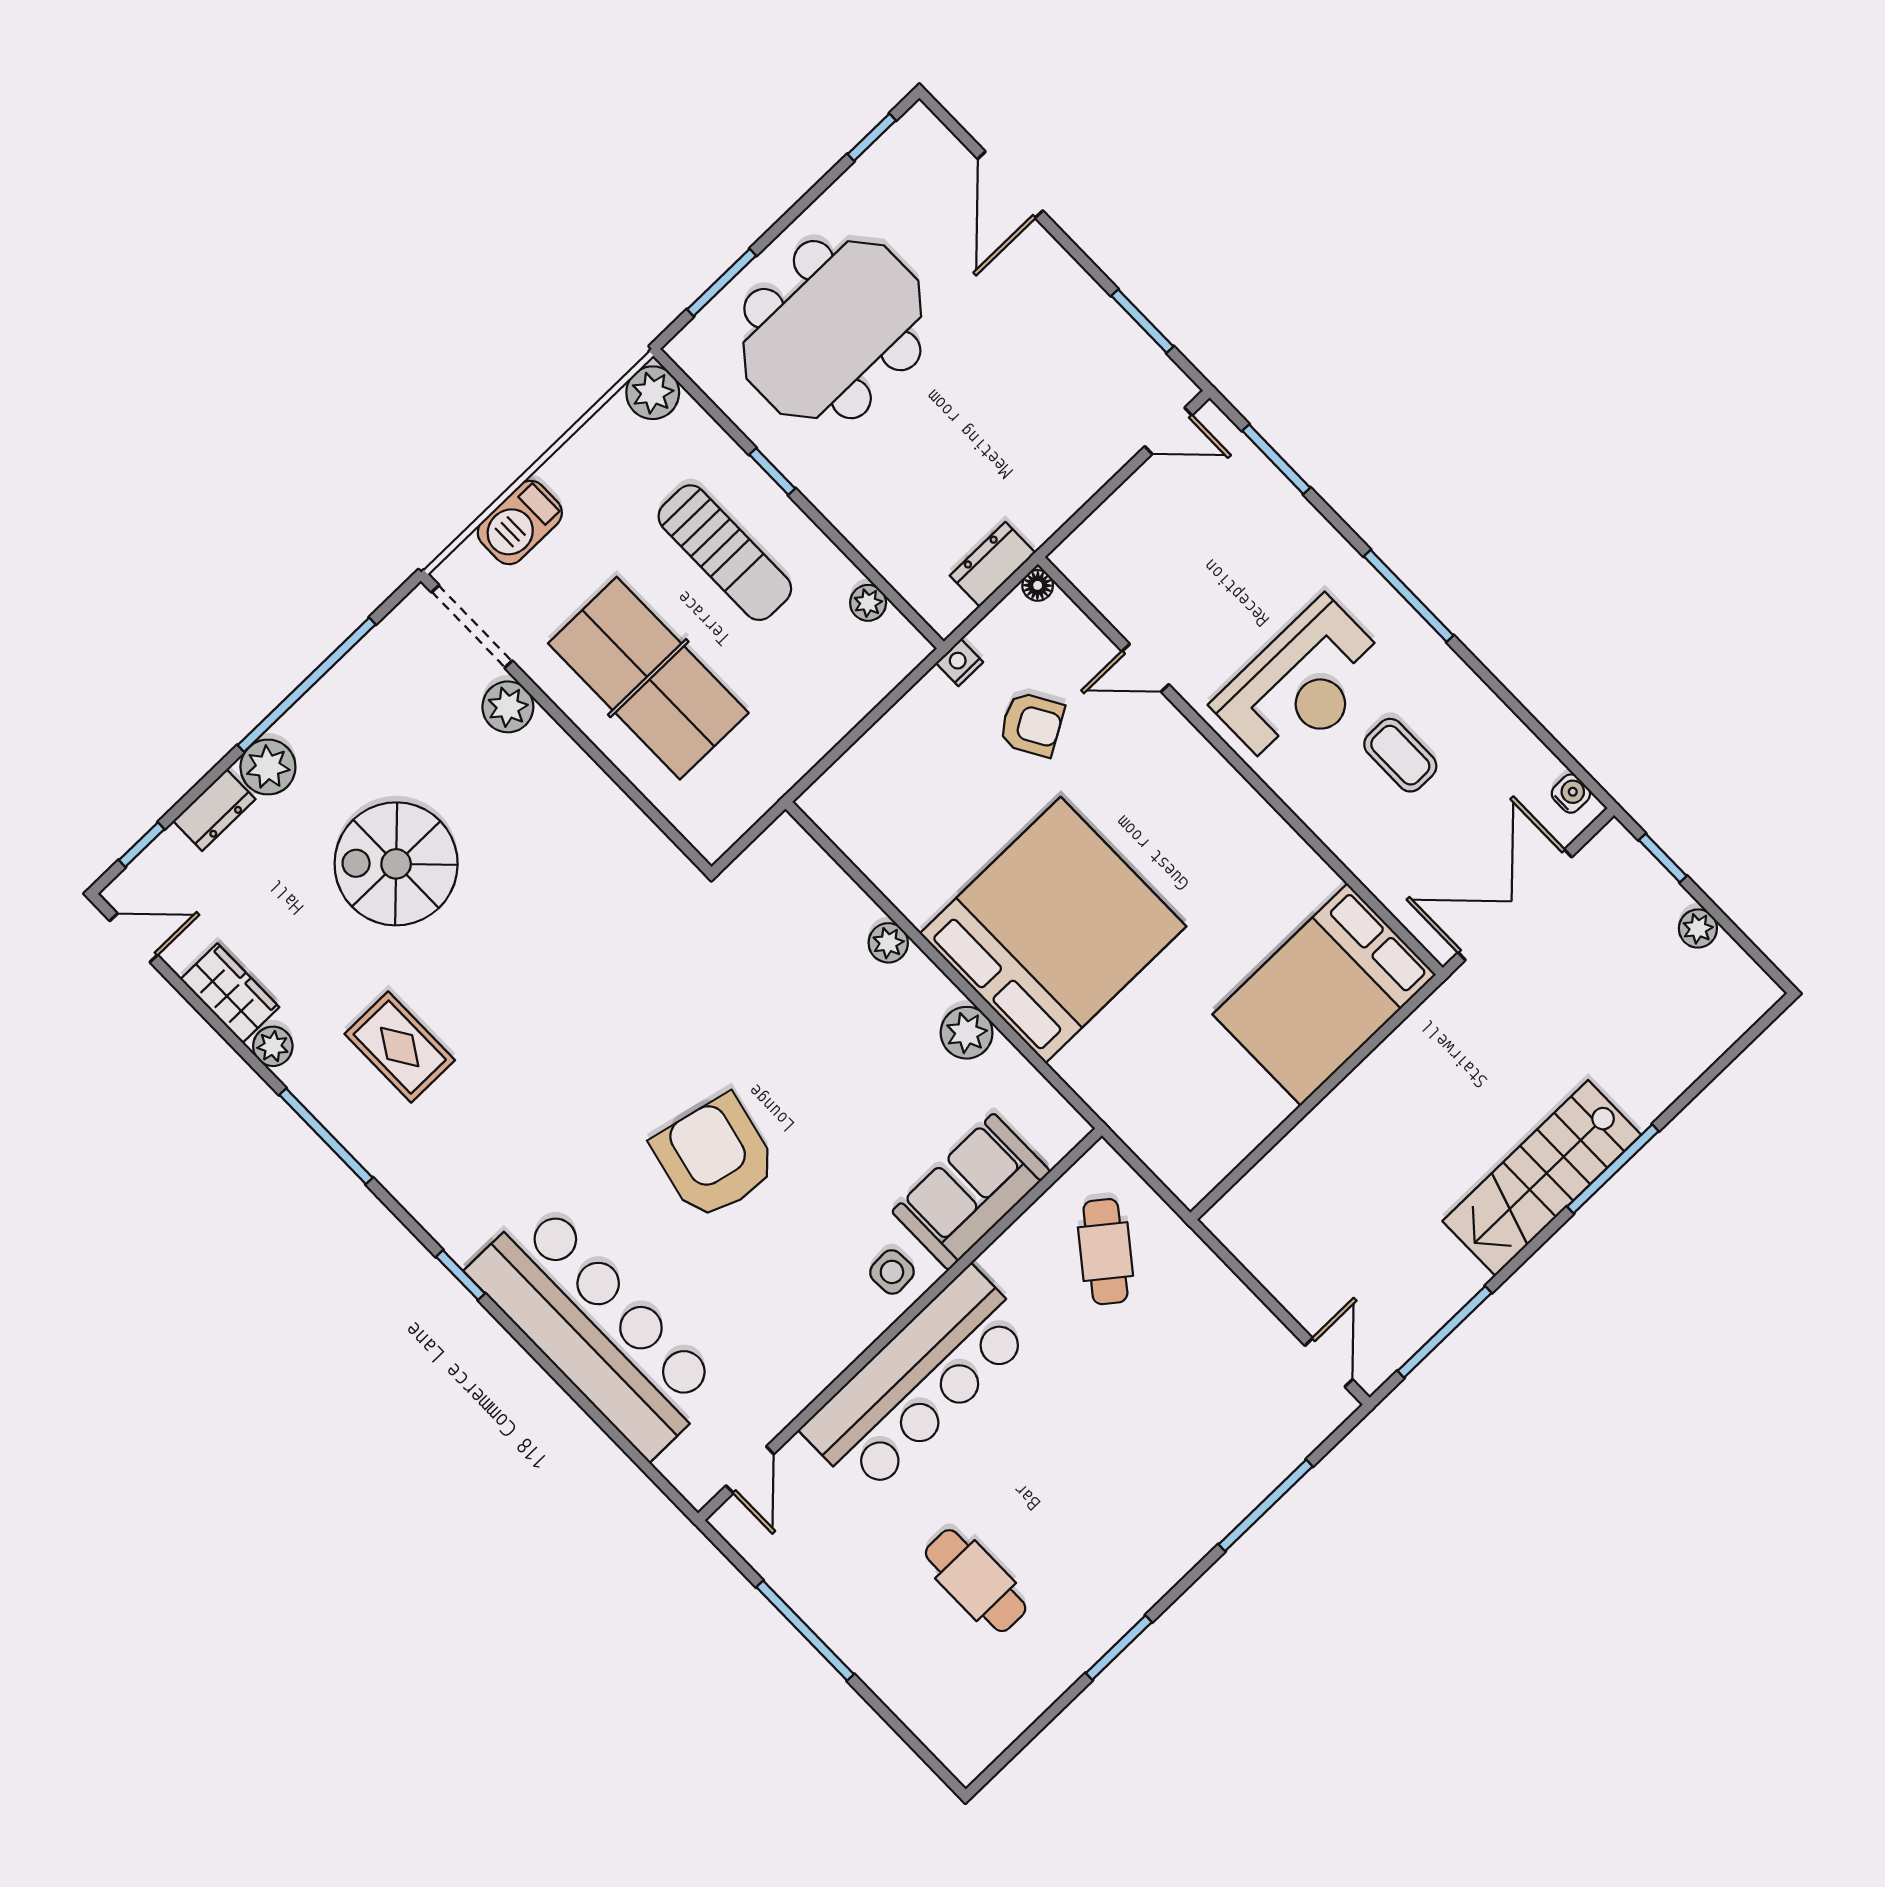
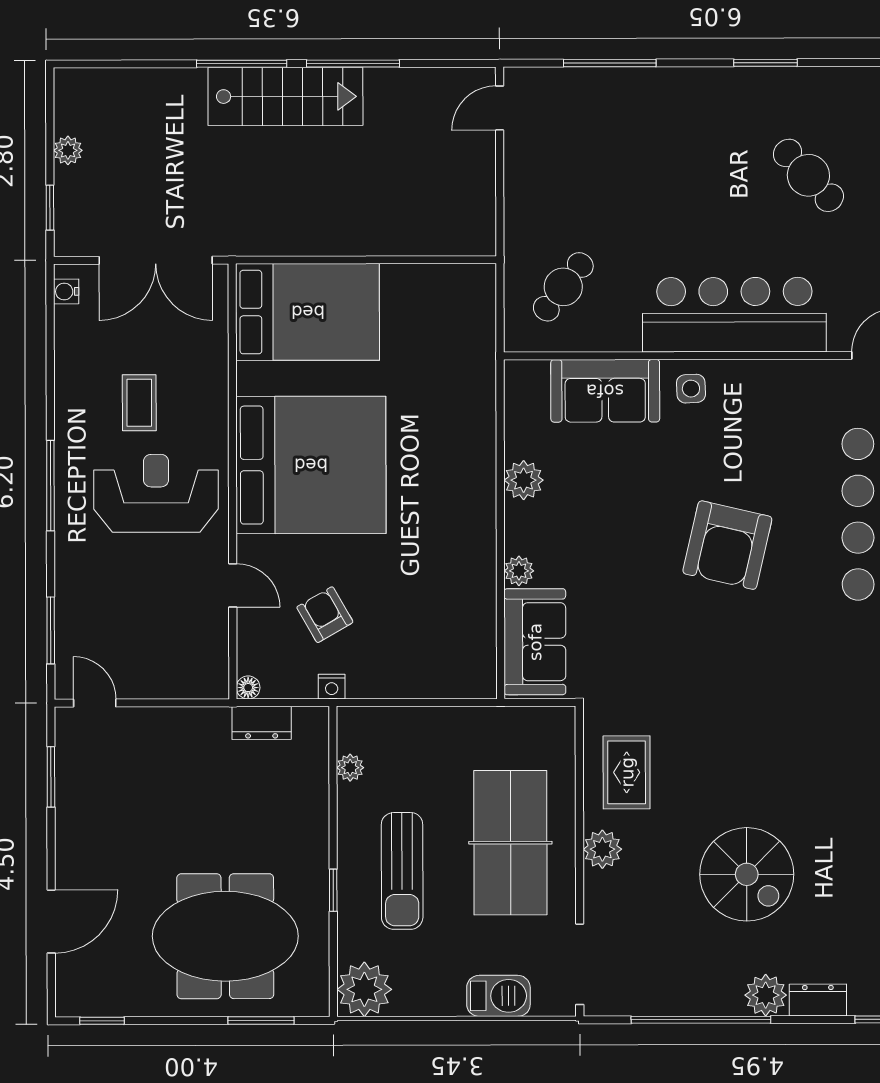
plant: (653, 393) -> (364, 989), width x1.36, depth x1.36
sun lounger: (725, 553) -> (402, 871), turned 180
plant: (508, 707) -> (602, 849), moved
sofa: (808, 890) -> (535, 642), added
bed: (1053, 930) -> (311, 465), moved, turned 180
rug: (400, 1047) -> (627, 772), moved
window: (1445, 1332) -> (353, 64), moved
cafe table: (976, 1581) -> (808, 175), turned -43

